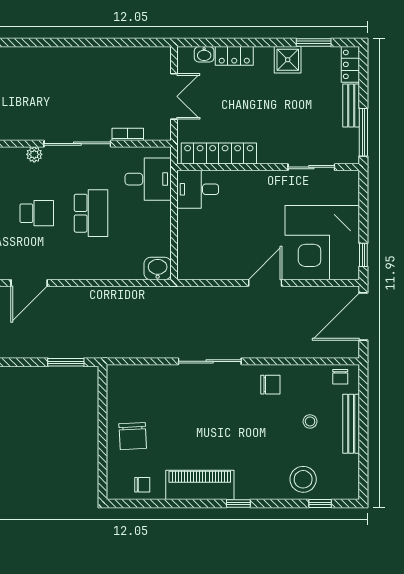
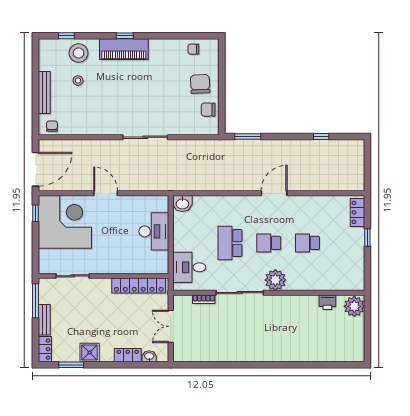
plant: (34, 154) -> (275, 280), width x1.88, depth x1.88
desk: (198, 189) -> (154, 231), moved, width x1.37
door: (265, 283) -> (106, 193), swing flipped
chair: (270, 385) -> (208, 110), moved
stool: (310, 421) -> (78, 81), moved
piano: (200, 485) -> (124, 49), moved

